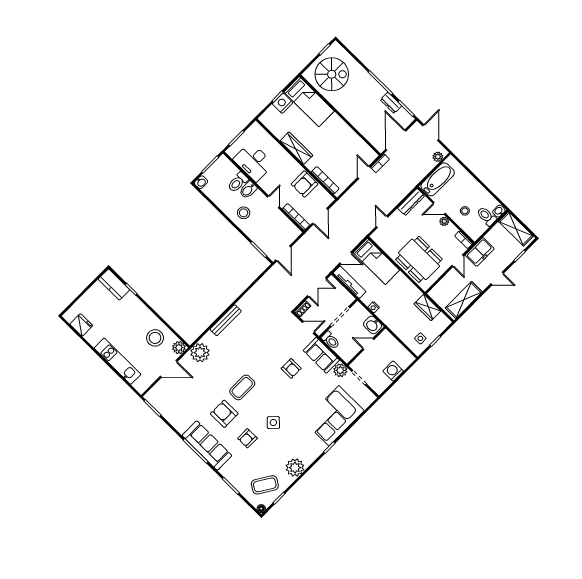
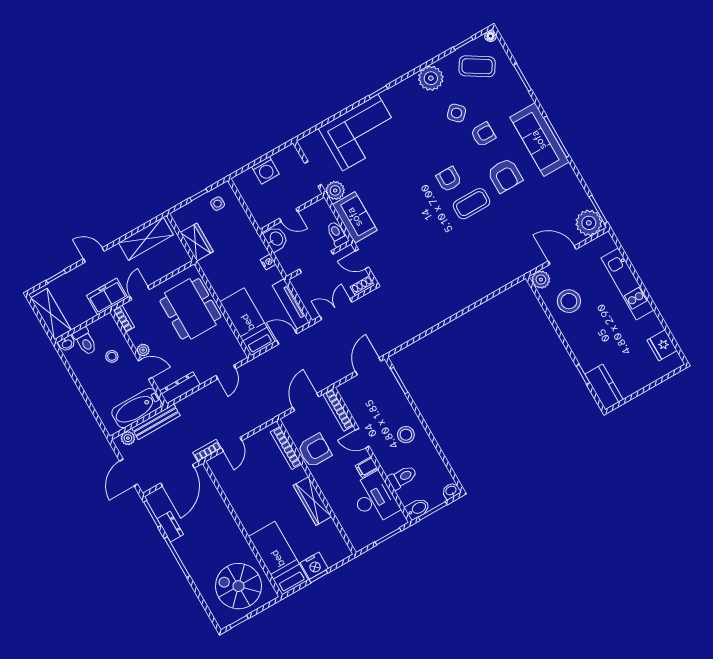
filing cabinet: (265, 182) -> (366, 467), added
bidet: (248, 190) -> (418, 509), moved
door: (273, 202) -> (362, 438), hinge flipped
bench: (226, 320) -> (156, 422), moved
plant: (200, 353) -> (589, 223), moved
armchair: (291, 368) -> (449, 179), moved
side table: (273, 423) -> (456, 113), moved

